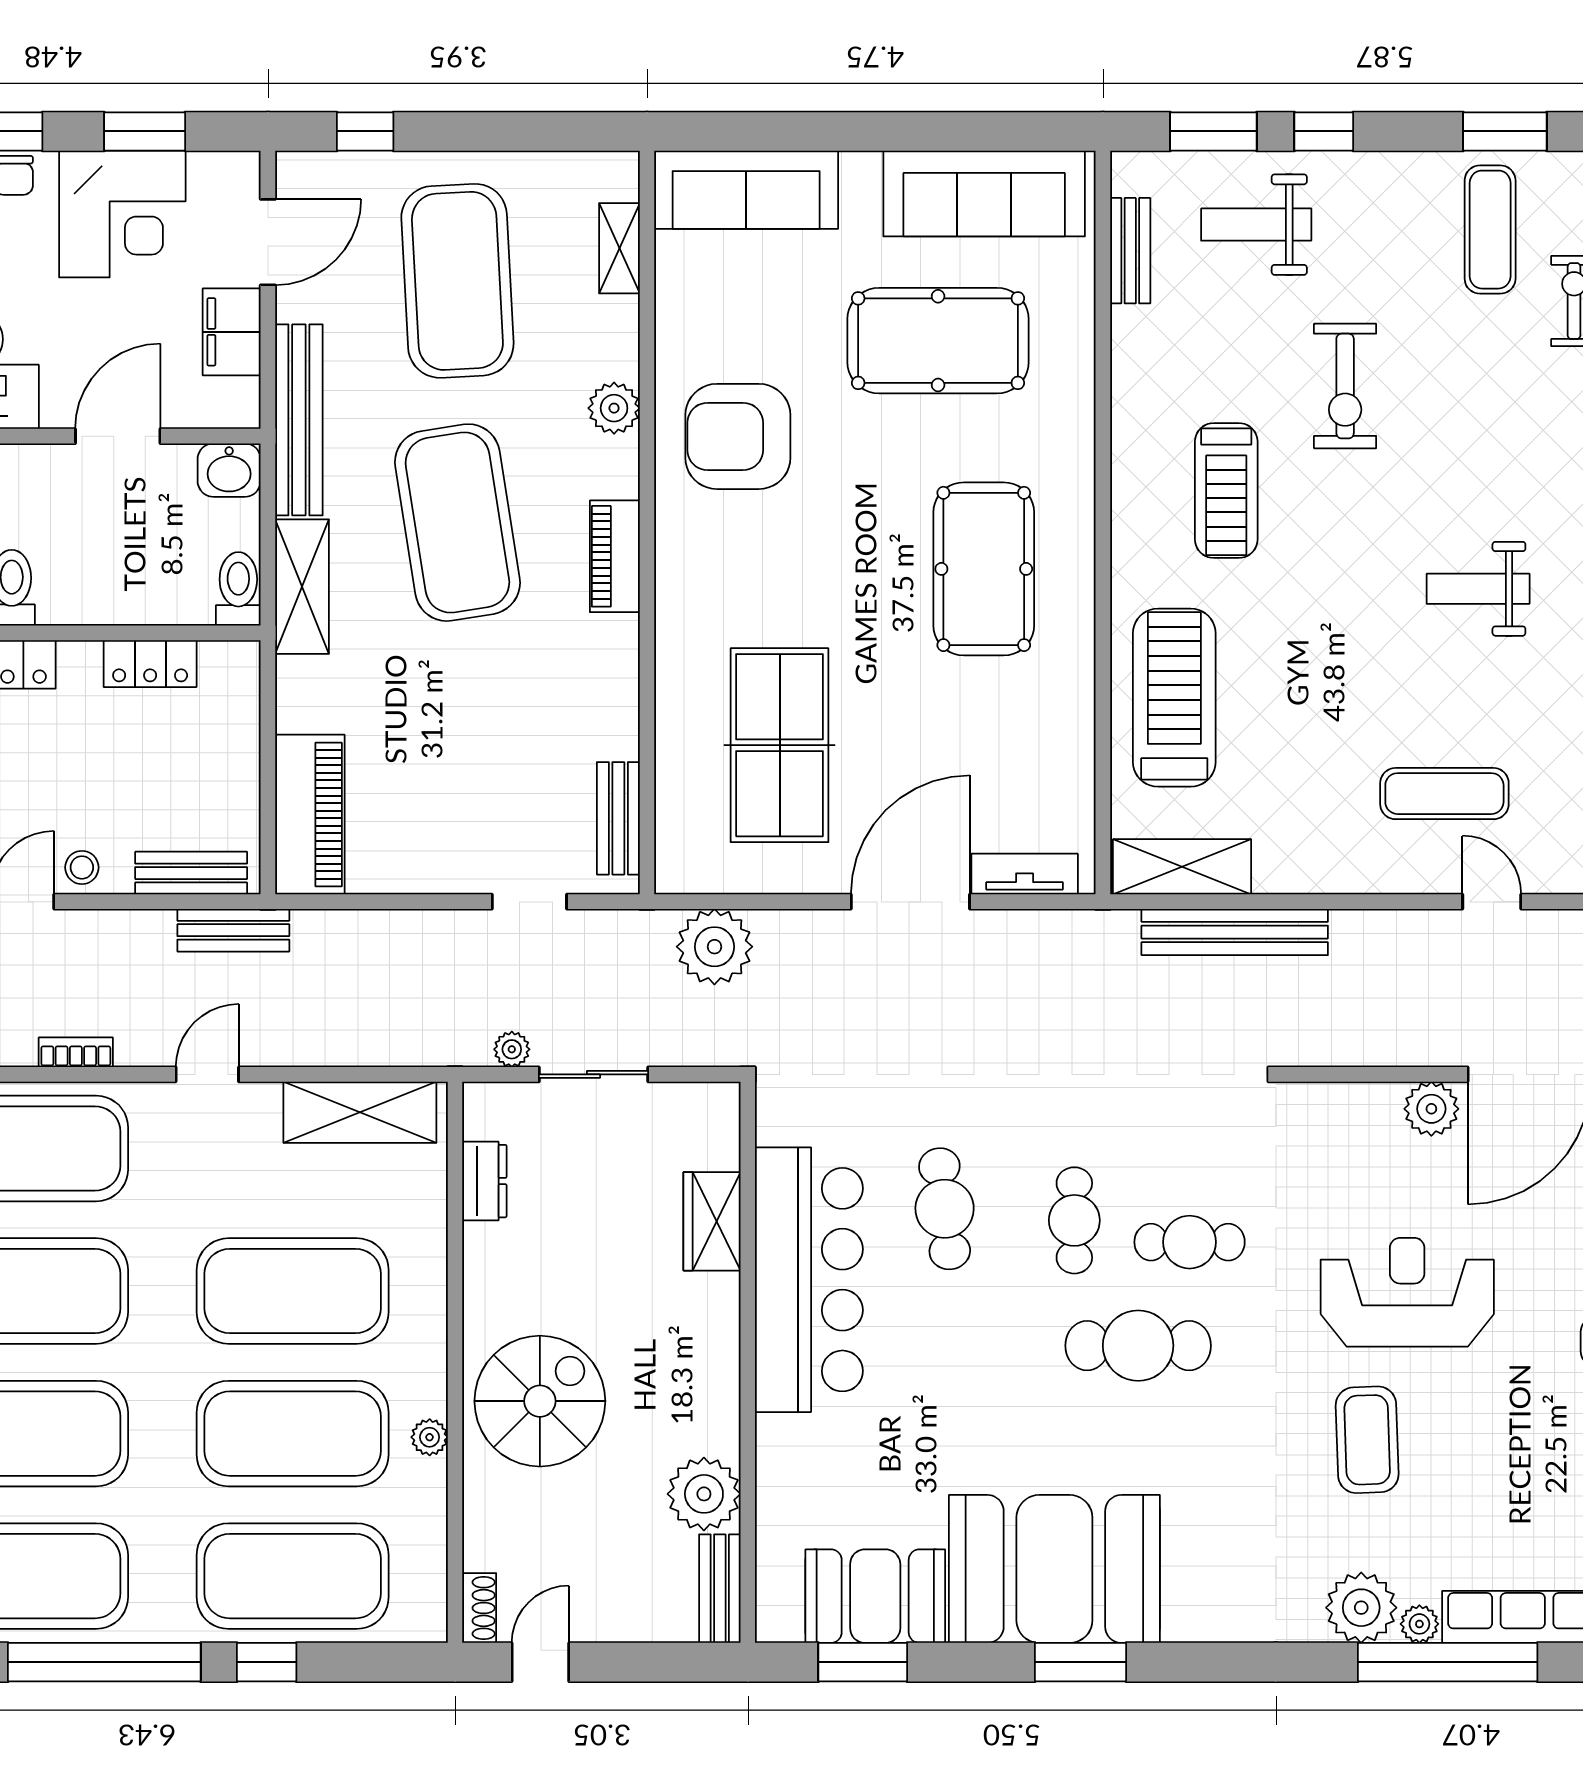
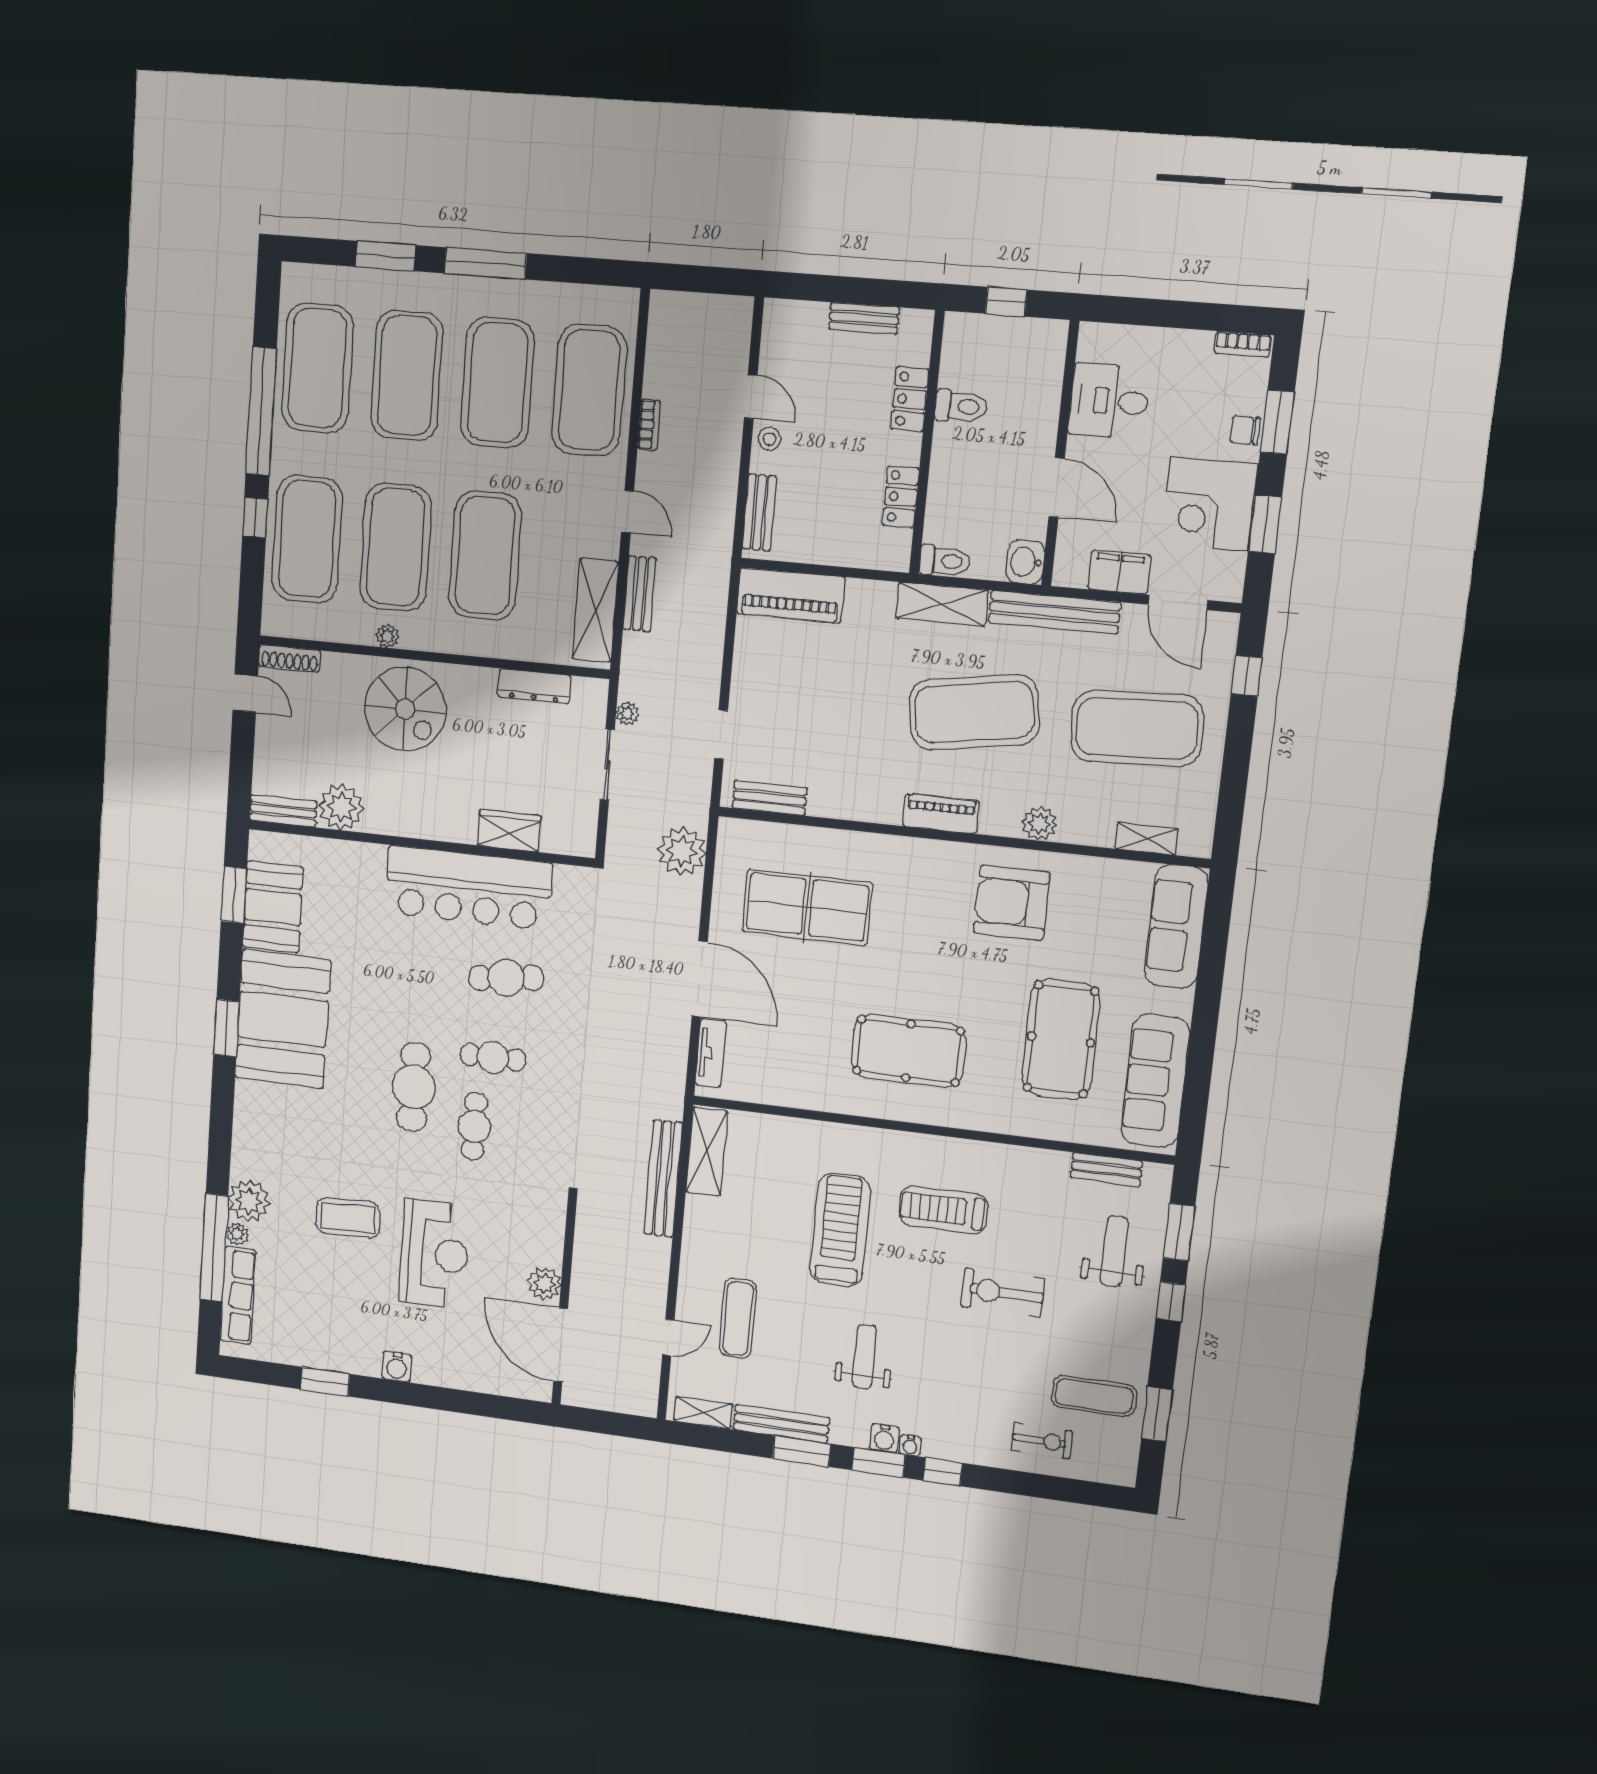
armchair: (738, 436) -> (1012, 903), turned -90
treadmill: (1174, 698) -> (840, 1230), moved, turned -90
bench: (233, 930) -> (639, 594), moved
dresser: (484, 1181) -> (534, 686), width x1.44
shoe rack: (479, 1608) -> (290, 658), width x1.43

